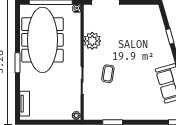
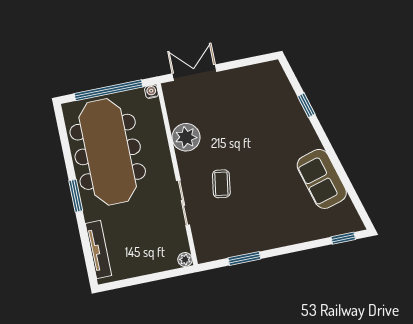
tv unit: (25, 104) -> (98, 249), width x1.41

